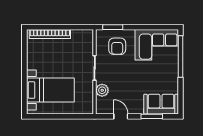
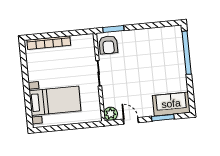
corner sofa: (157, 45) -> (161, 43), removed
armchair: (117, 46) -> (108, 45), moved
plant: (102, 90) -> (111, 114), moved

